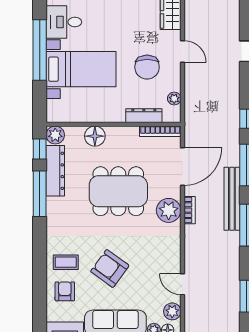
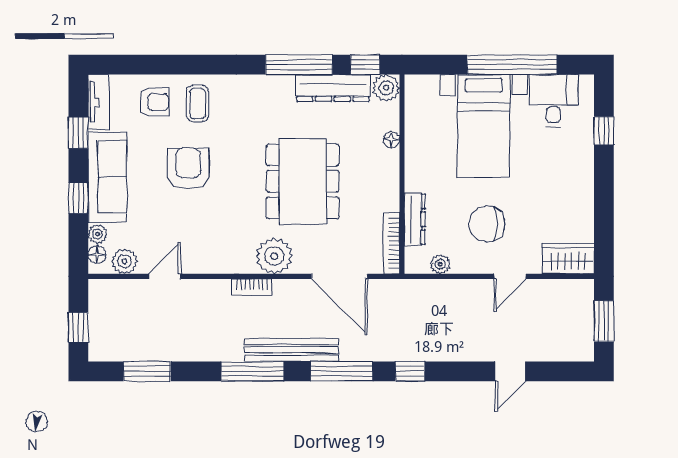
floor lamp: (95, 136) -> (391, 140), width x0.53, depth x0.53
bookcase: (190, 210) -> (252, 287), moved
armchair: (110, 268) -> (188, 169), turned -36

